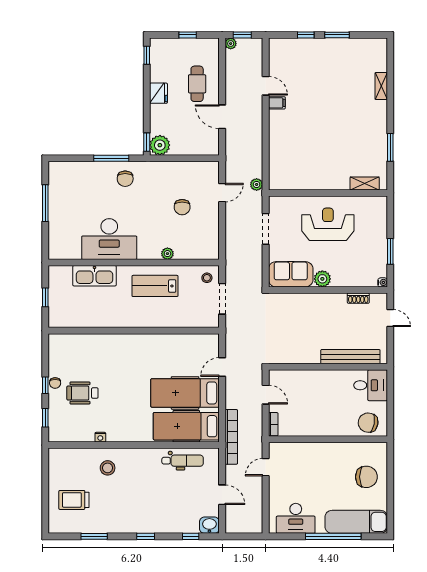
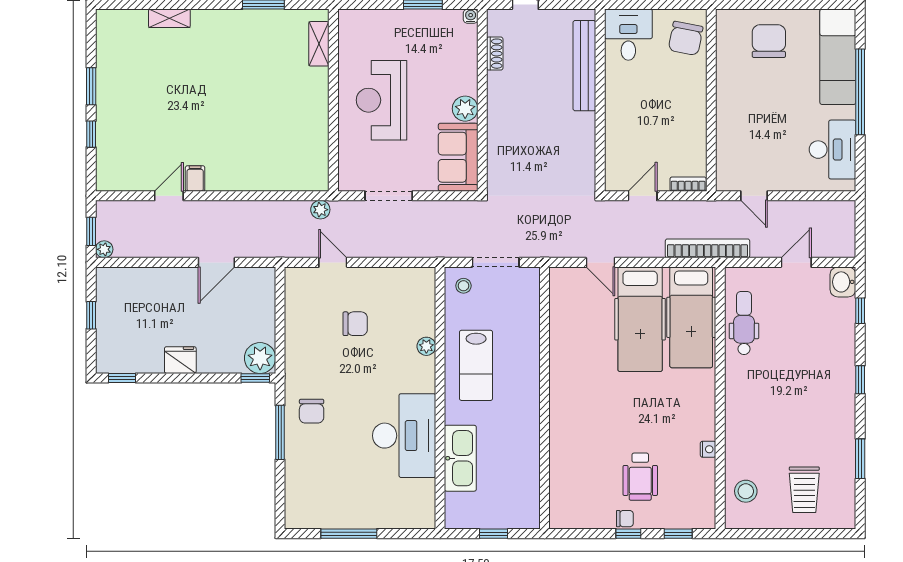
cafe table: (197, 84) -> (166, 301), removed
chair: (125, 179) -> (312, 411), turned 90
stool: (108, 468) -> (746, 491), moved

